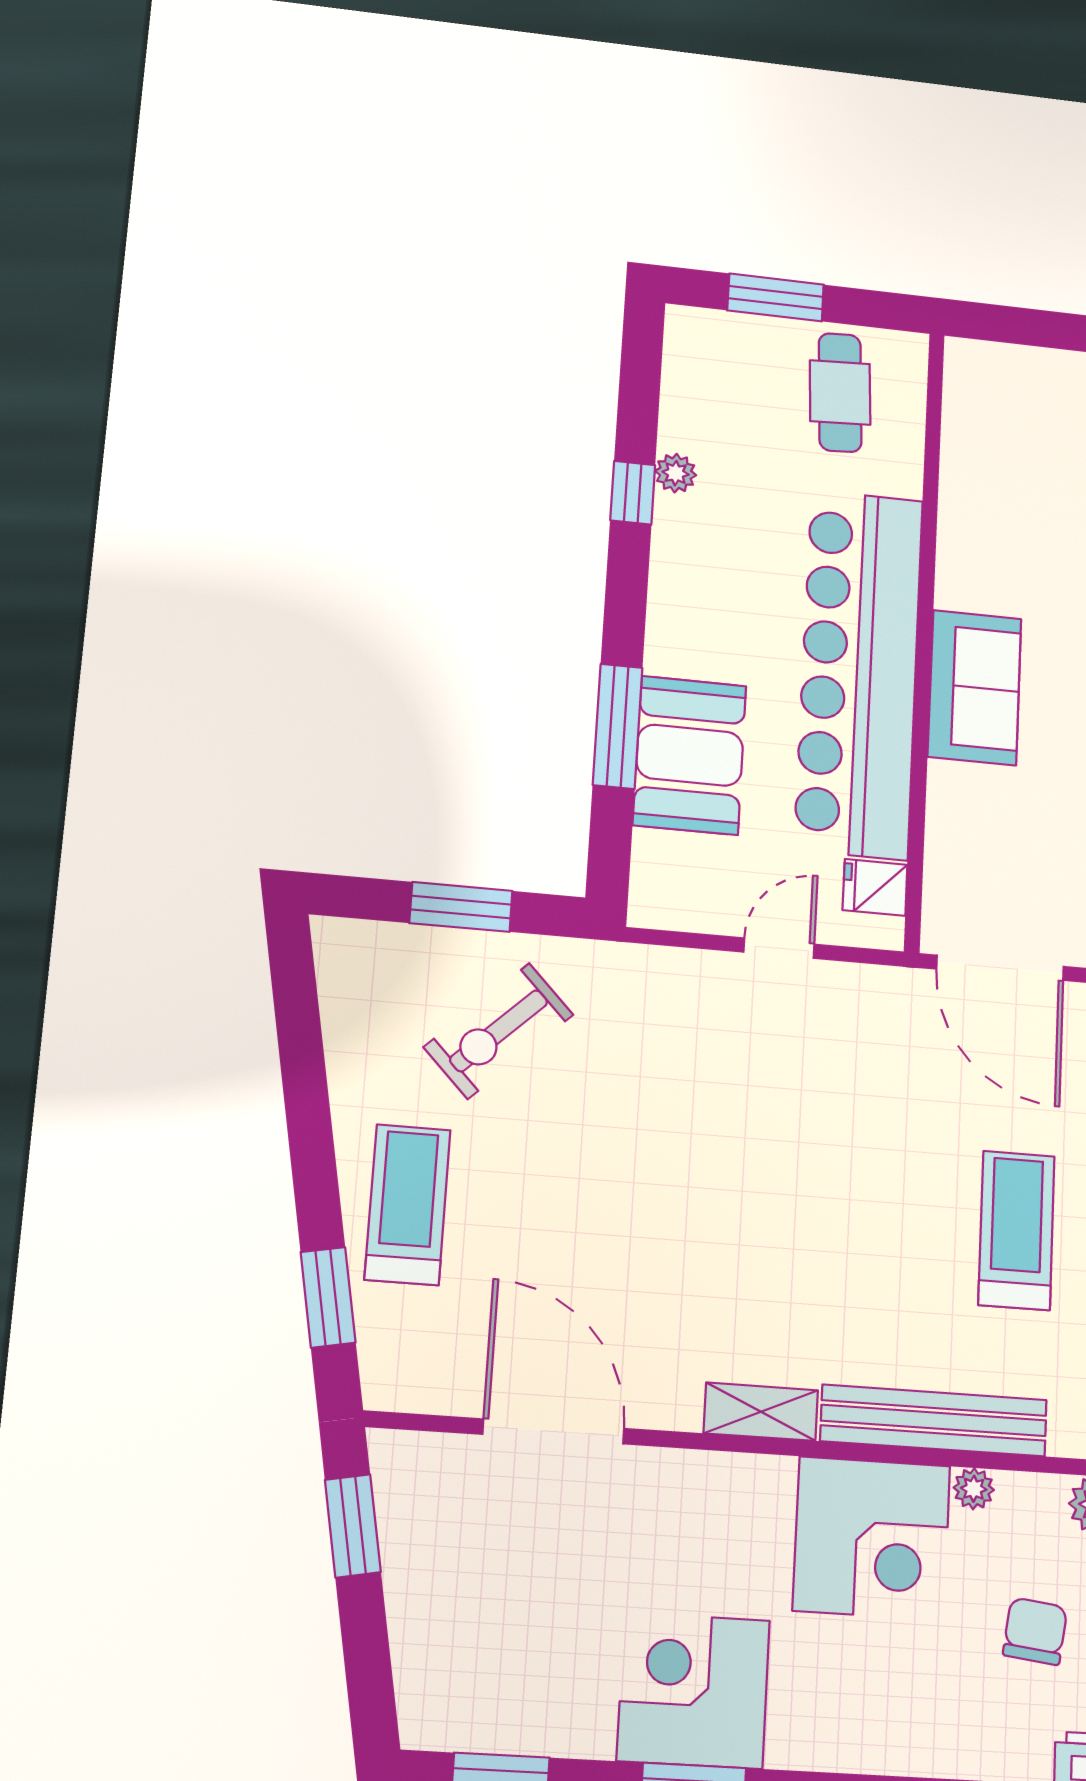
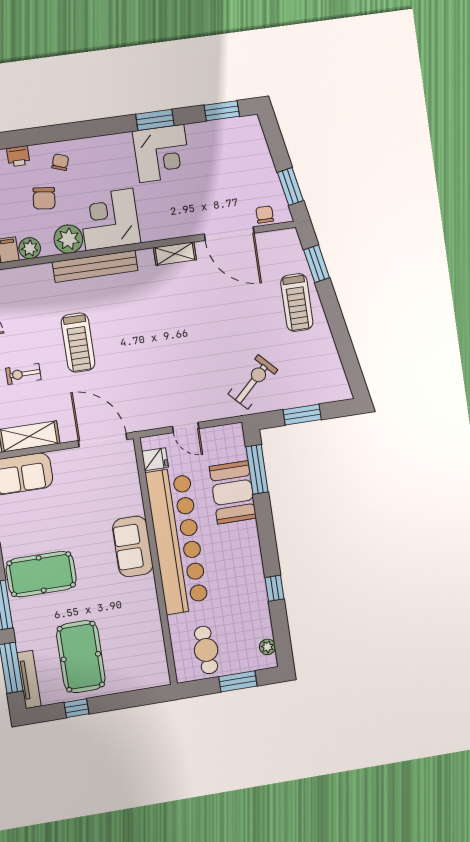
plant: (676, 473) -> (267, 647), moved
window: (618, 726) -> (257, 469), moved
door: (779, 948) -> (186, 427), hinge flipped
exercise bike: (499, 1031) -> (253, 382), moved
shelving: (761, 1412) -> (175, 254), moved
chair: (443, 1463) -> (265, 214), added
plant: (974, 1489) -> (68, 239), width x1.88, depth x1.88
chair: (974, 1721) -> (60, 162), added

